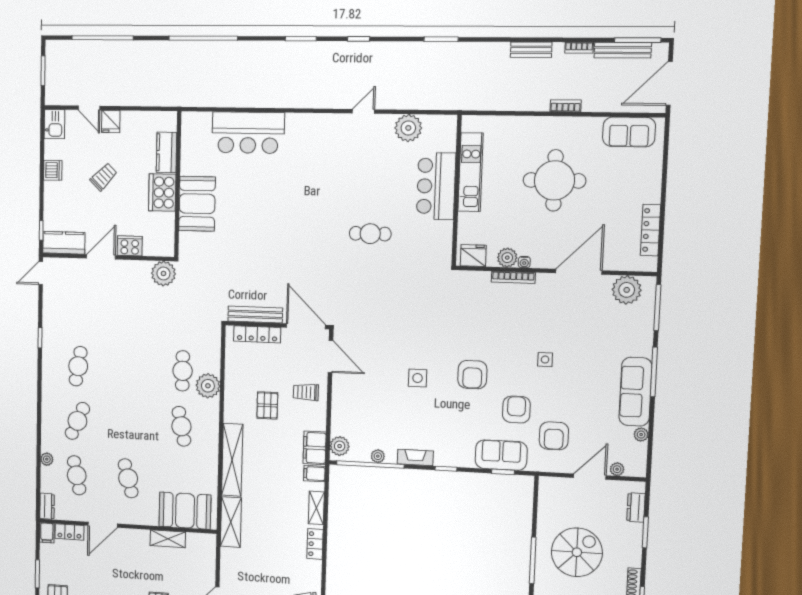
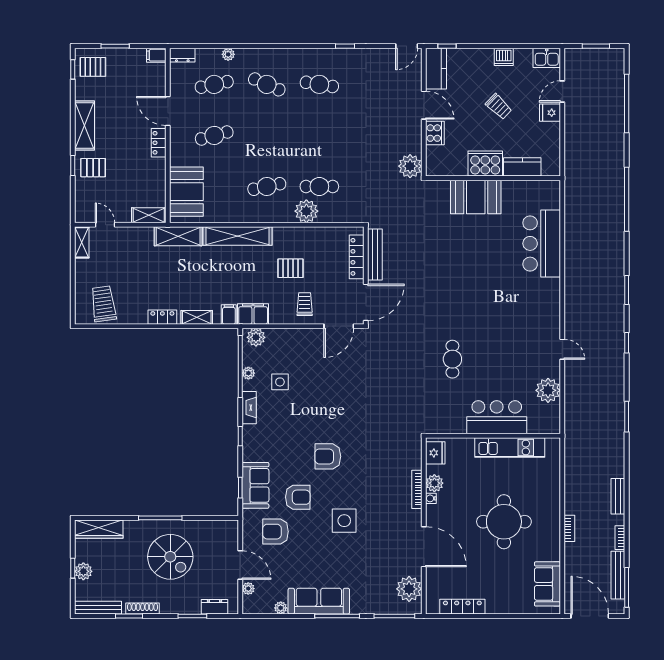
door: (41, 273) -> (407, 46), swing flipped
side table: (545, 360) -> (344, 521), width x1.87, depth x1.87
side table: (418, 378) -> (280, 382), moved
locker: (69, 532) -> (159, 143), moved
shelving: (168, 539) -> (149, 215), moved, turned 90

